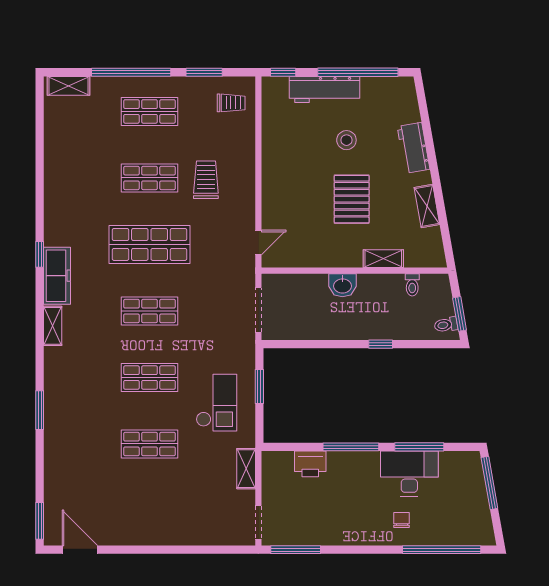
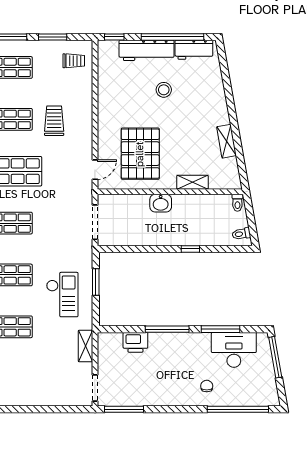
workbench: (414, 148) -> (194, 50), moved, turned -80
pallet: (352, 199) -> (140, 154), moved, width x1.37, depth x1.41
toilet: (412, 285) -> (237, 203), moved
window: (460, 314) -> (252, 225), removed
desk: (409, 474) -> (234, 350), moved

